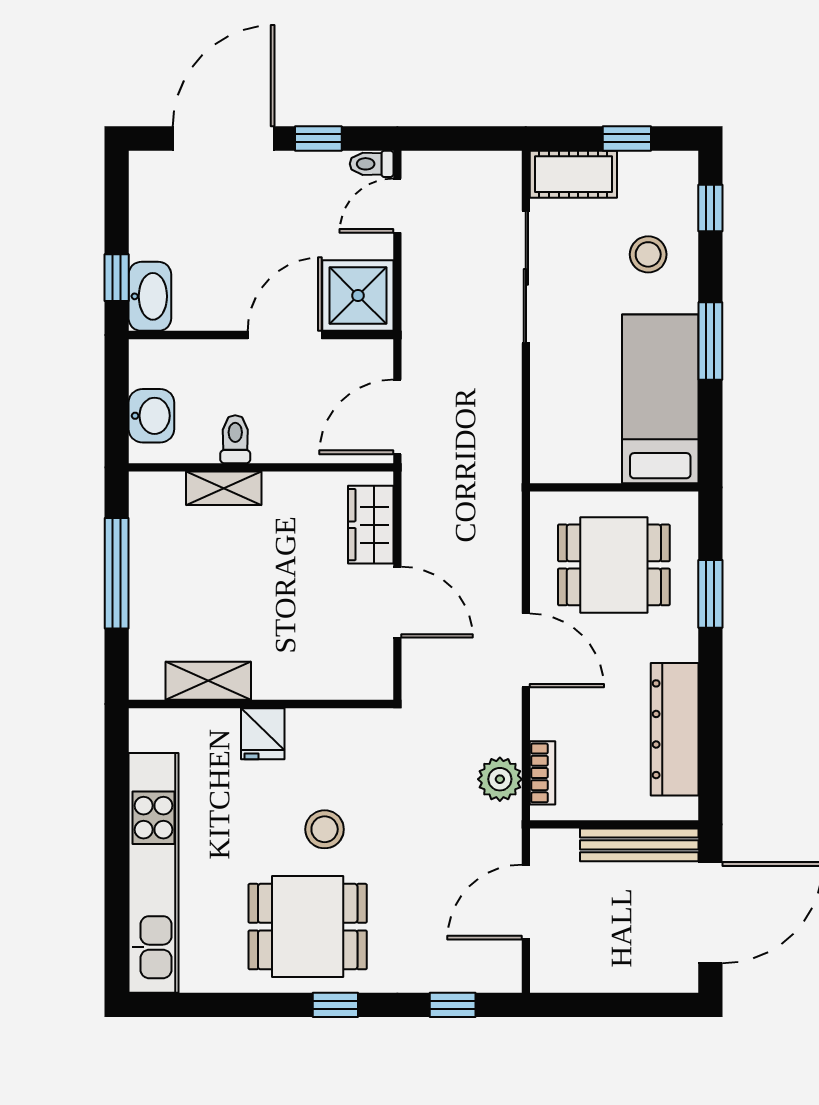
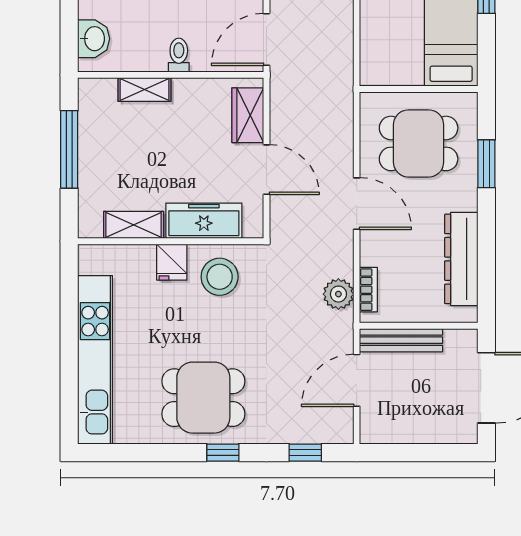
toilet: (235, 439) -> (179, 55), moved
freezer: (308, 675) -> (204, 221), added
stool: (325, 829) -> (220, 277), moved, width x1.38, depth x1.38
bench: (639, 845) -> (401, 340), moved

